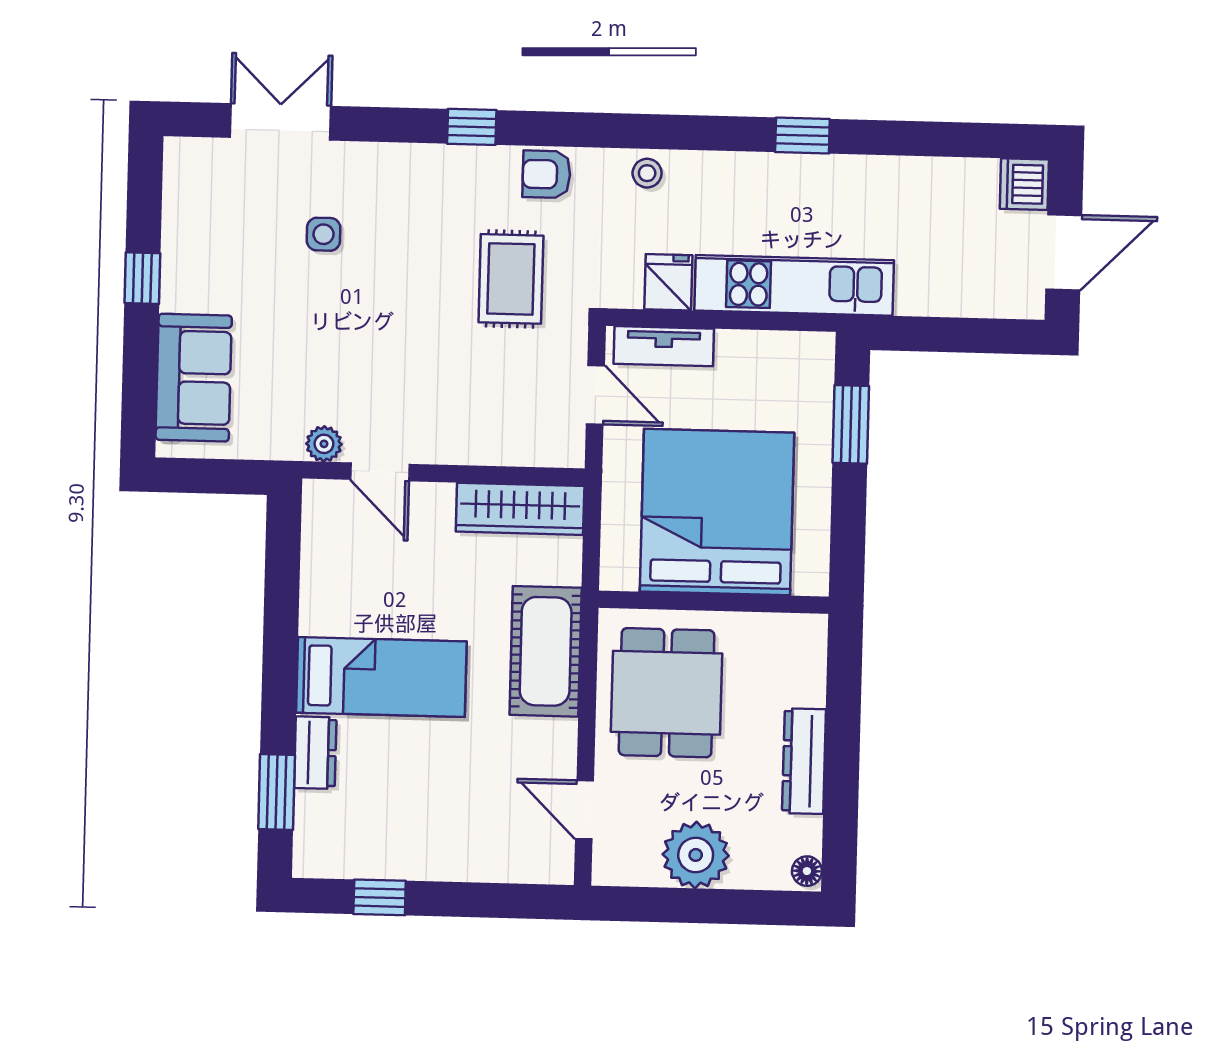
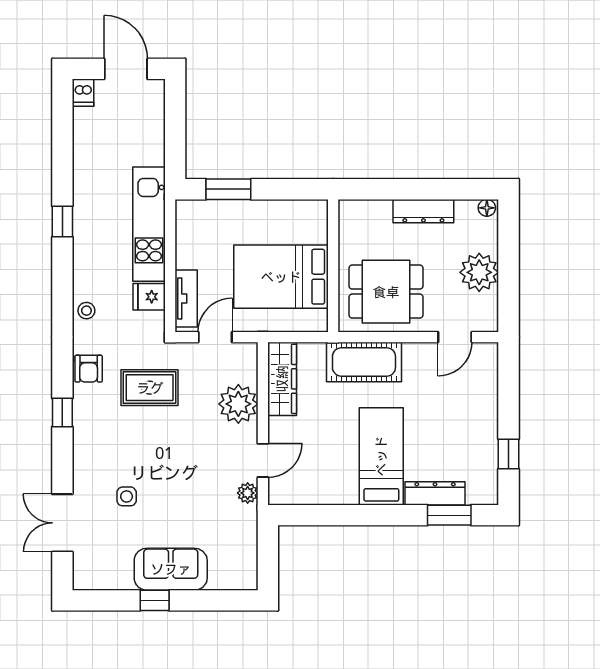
dishwasher: (1024, 184) -> (83, 93), width x0.73
sofa: (194, 378) -> (171, 569), moved
plant: (479, 432) -> (238, 404), added
bed: (717, 512) -> (281, 277), width x0.73
dresser: (315, 753) -> (435, 493), width x1.44

